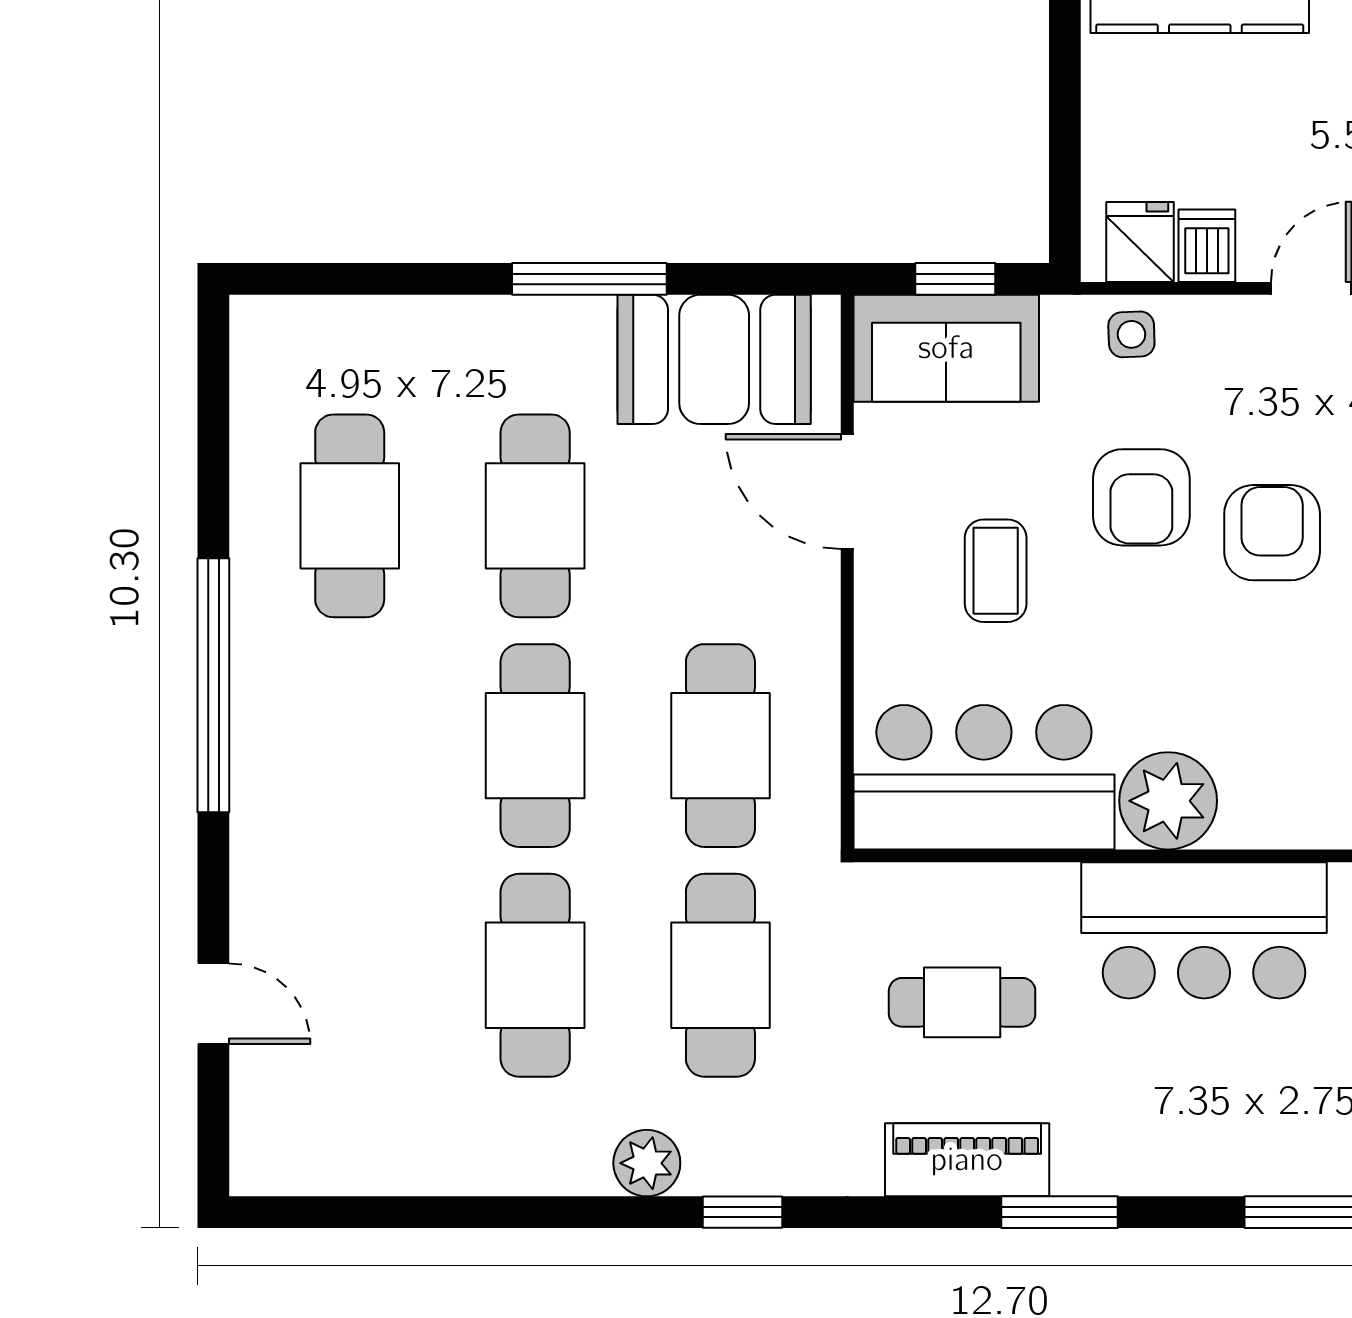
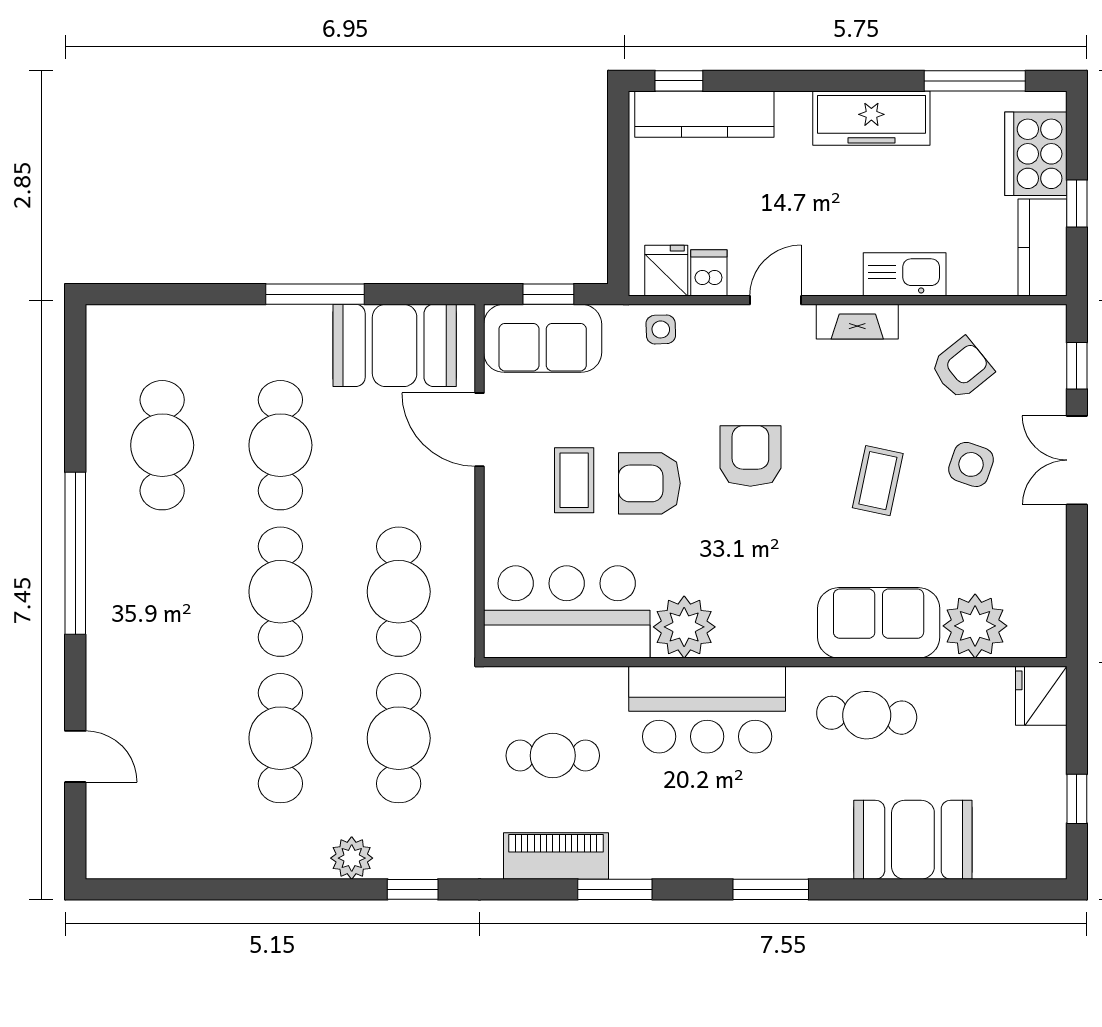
armchair: (1141, 497) -> (649, 483), moved, turned 90

